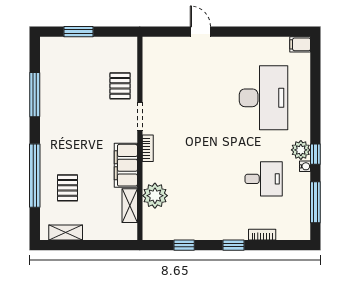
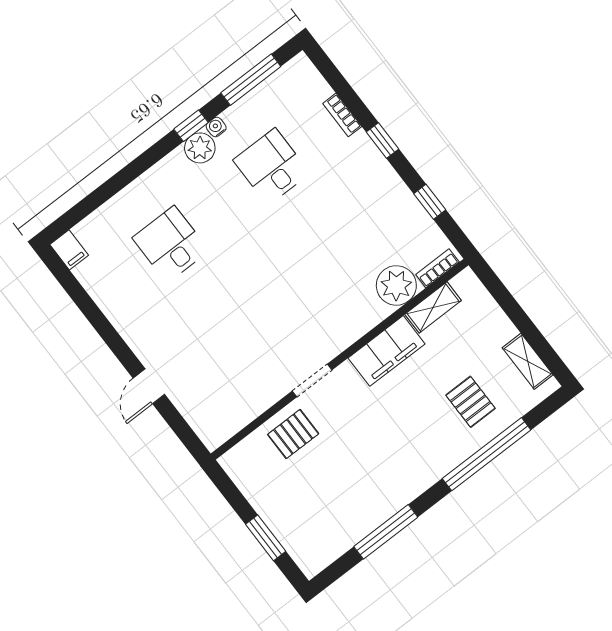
desk: (264, 98) -> (171, 244), width x0.53, depth x0.77
bookcase: (148, 148) -> (437, 268), moved
pallet: (67, 188) -> (471, 402), turned 90

